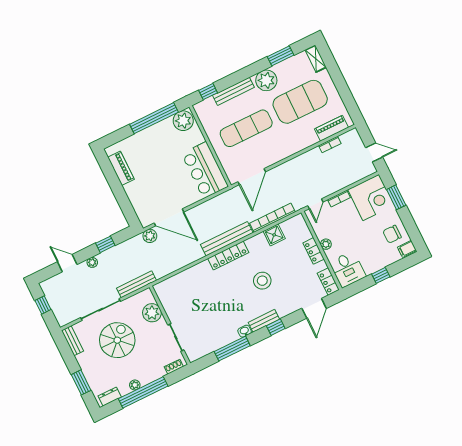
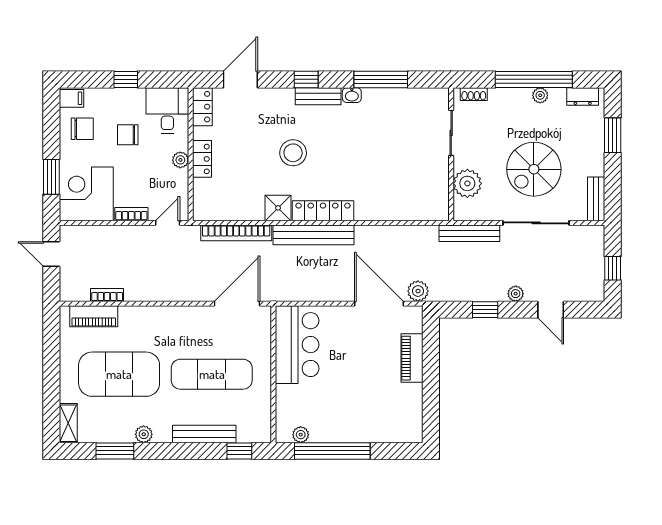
plant: (266, 80) -> (144, 434), width x0.53, depth x0.53
plant: (183, 121) -> (301, 435), width x0.53, depth x0.53
piano: (121, 168) -> (412, 358), moved
shower: (274, 235) -> (278, 208), moved
chair: (364, 244) -> (128, 135), added

